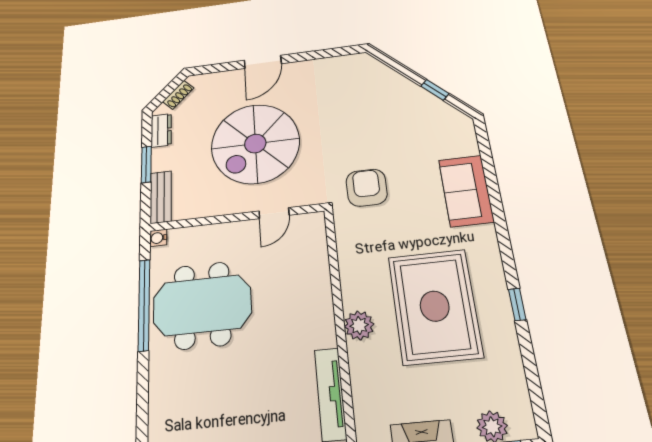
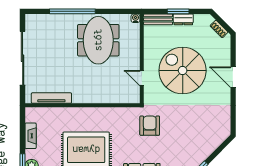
dresser: (161, 130) -> (183, 19), moved
armchair: (367, 188) -> (150, 126), turned -90
window: (144, 305) -> (72, 11), moved
plant: (359, 325) -> (81, 114), removed

